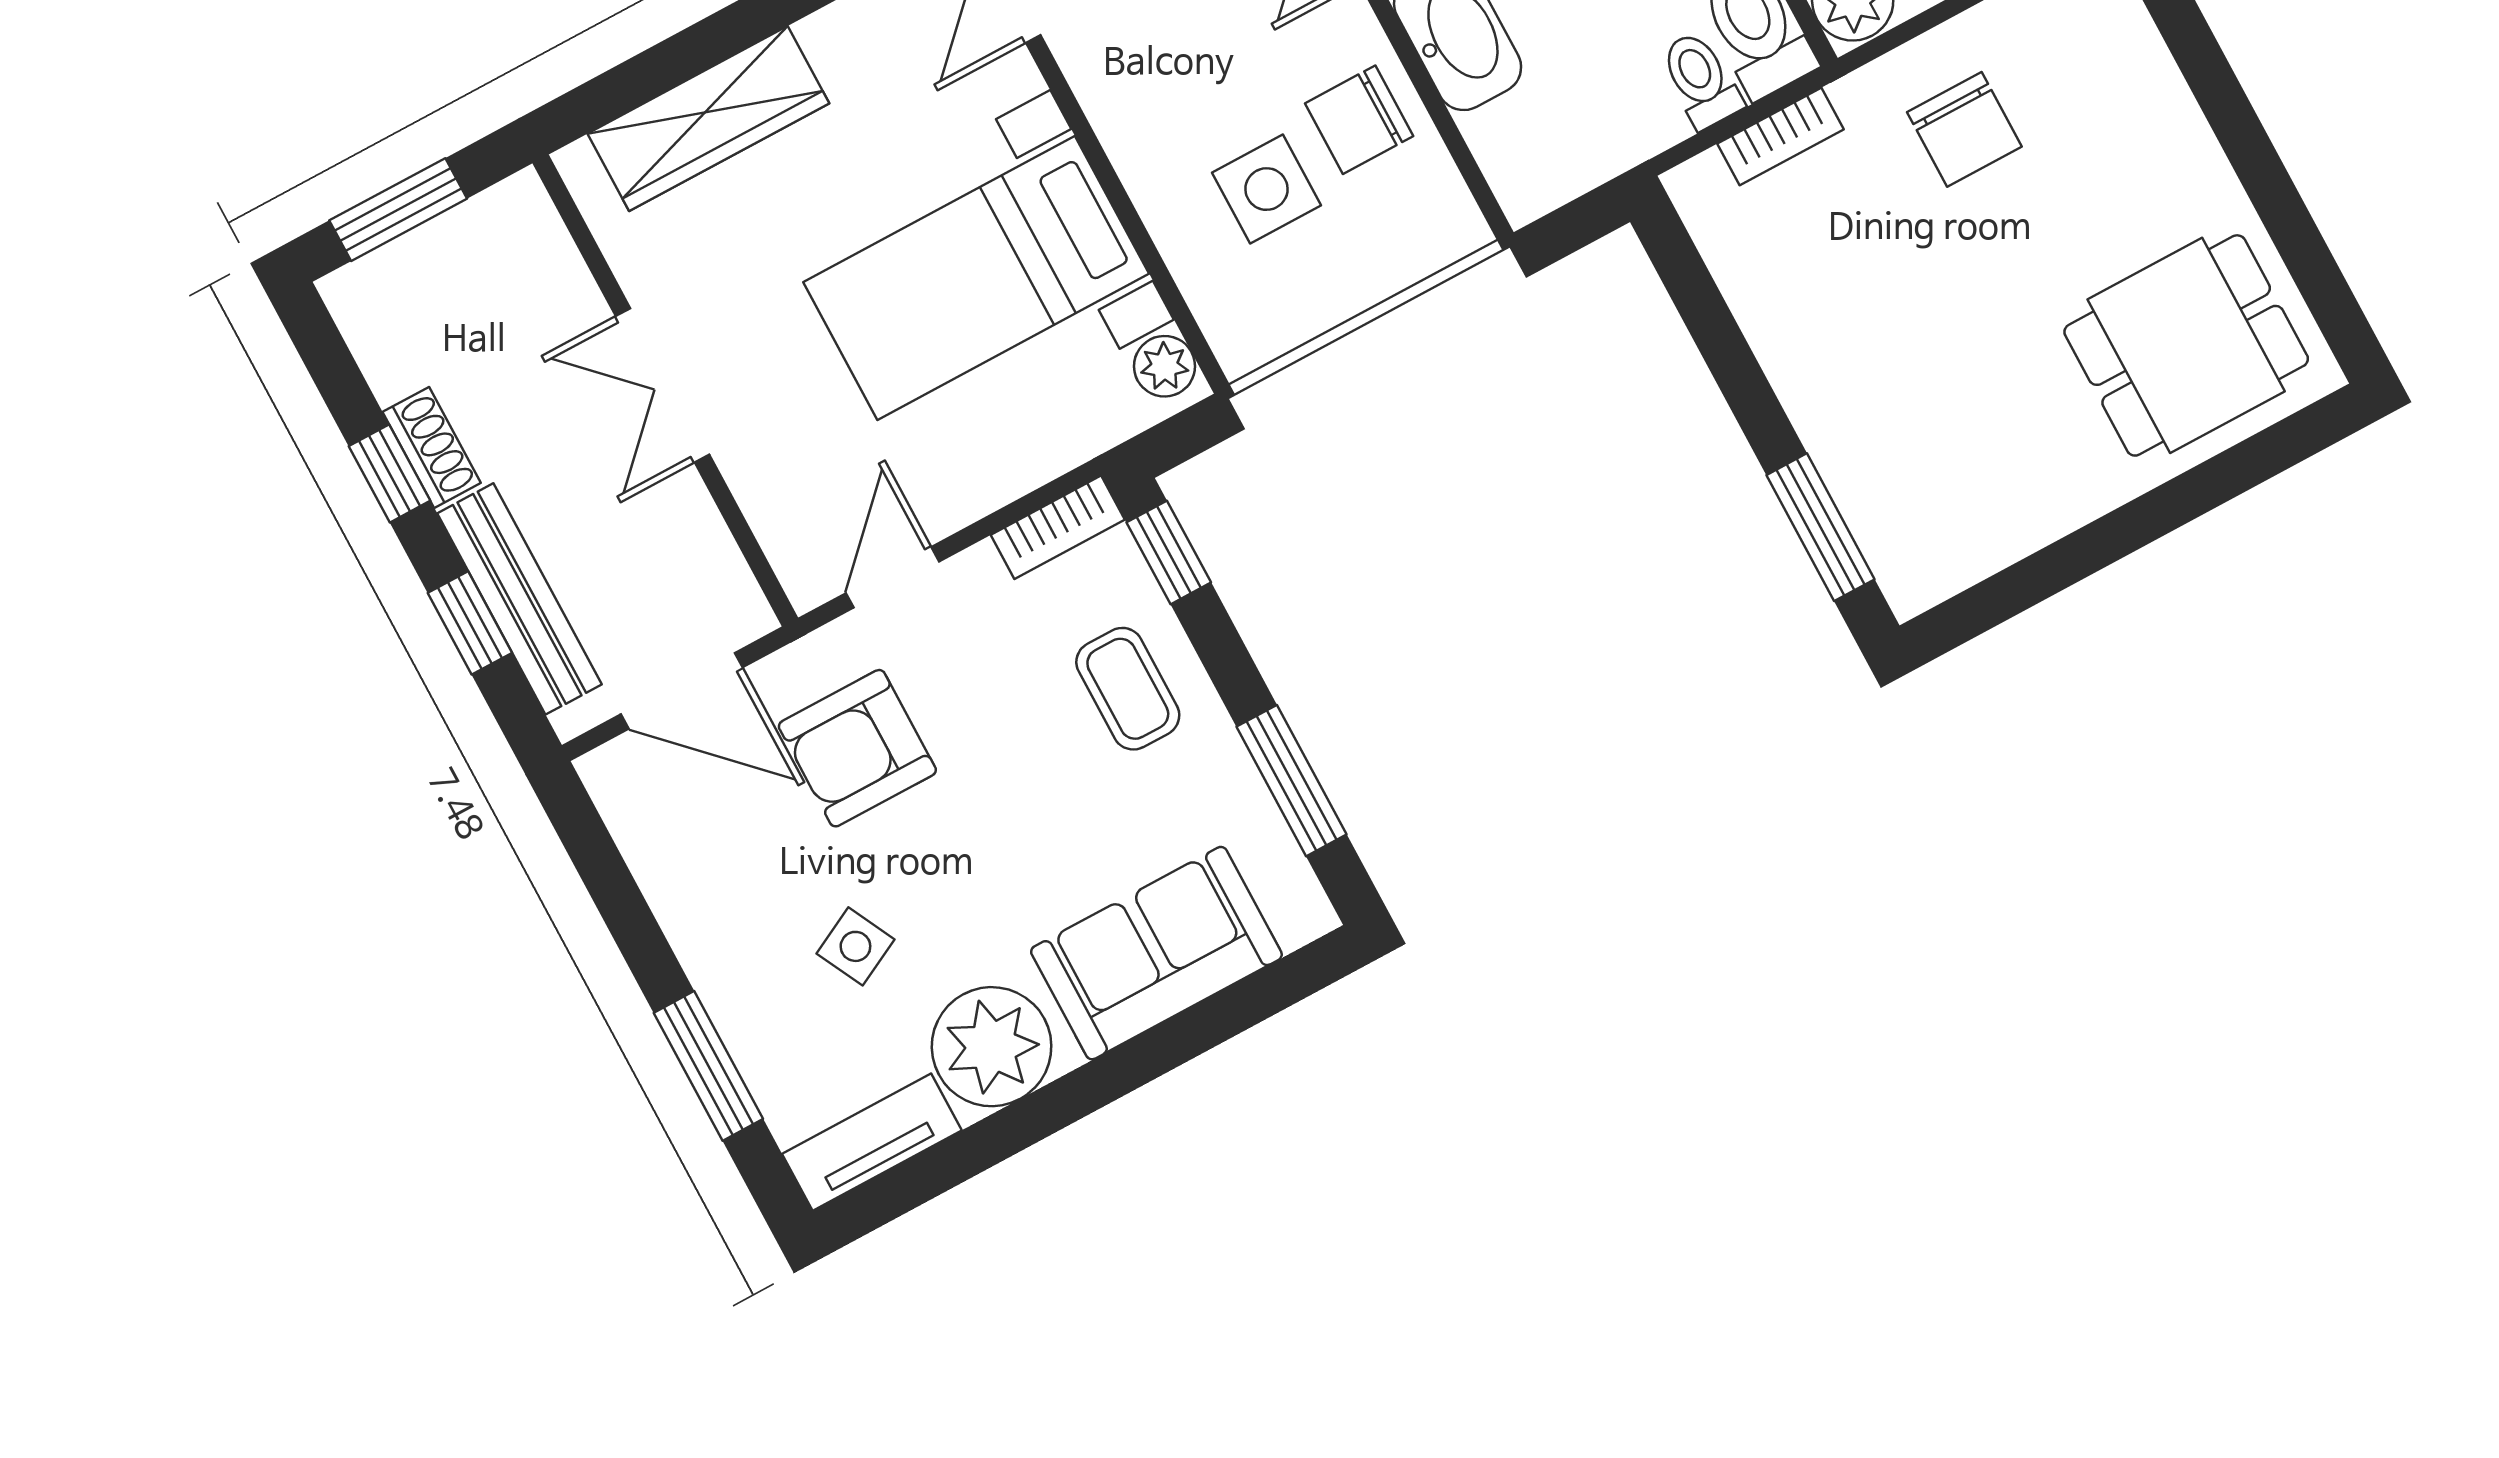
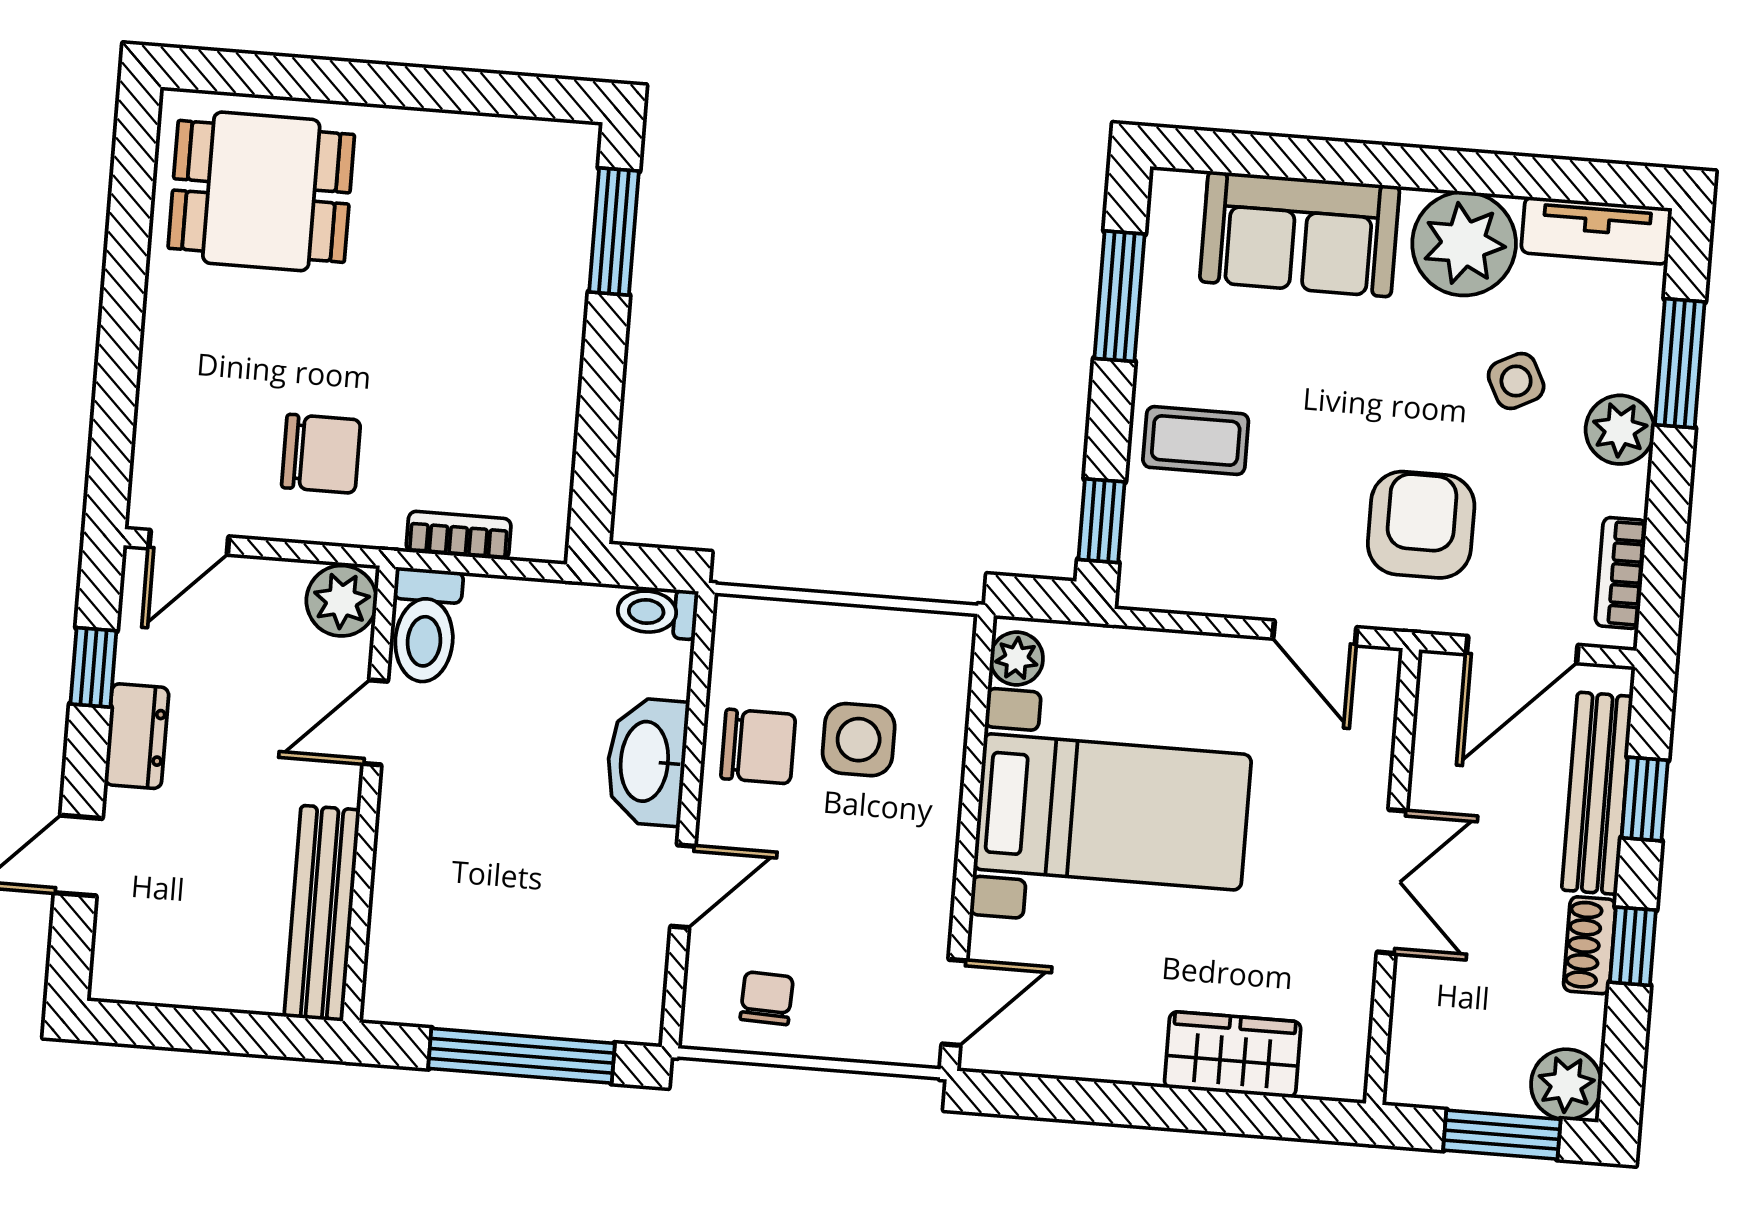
toilet: (1701, 80) -> (657, 612), moved, turned 90
wardrobe: (708, 119) -> (1233, 1055), width x0.67
chair: (1964, 129) -> (321, 454), turned 90
plant: (367, 298) -> (1566, 1084), added
bookcase: (1058, 527) -> (1621, 573), moved, turned -90
door: (893, 577) -> (1315, 633), hinge flipped
coffee table: (1128, 689) -> (1196, 441), turned 90
door: (682, 691) -> (1522, 650), swing flipped
armchair: (857, 748) -> (1421, 525), turned -90
plant: (725, 964) -> (1620, 430), added

